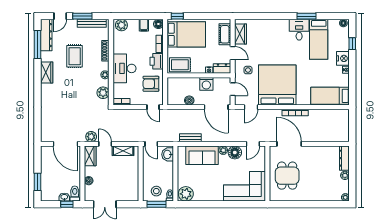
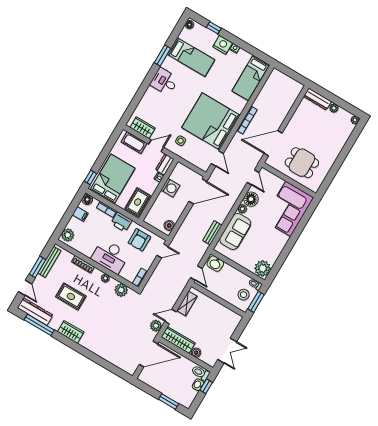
desk: (299, 30) -> (164, 81), moved
door: (233, 89) -> (190, 166), removed
boiler: (189, 100) -> (169, 225), moved
door: (151, 144) -> (196, 273), hinge flipped
wardrobe: (90, 156) -> (178, 340), width x1.50

